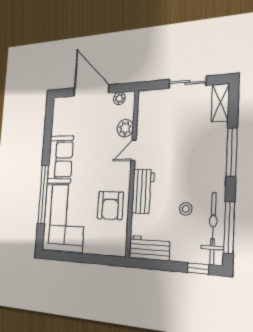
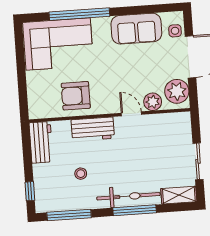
plant: (119, 98) -> (177, 91), width x1.88, depth x1.88
side table: (68, 105) -> (175, 31), added
sofa: (60, 159) -> (136, 29), moved
bicycle: (213, 228) -> (128, 196), moved

